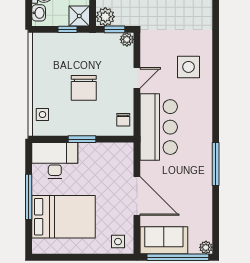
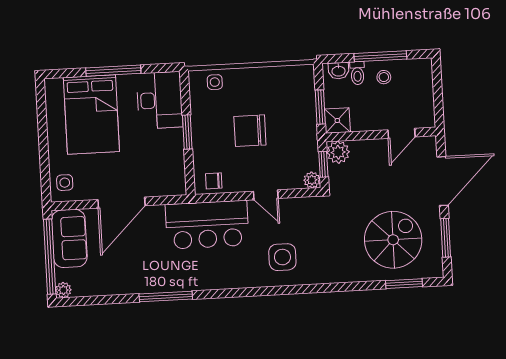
window: (68, 29) -> (320, 107), width x1.50

